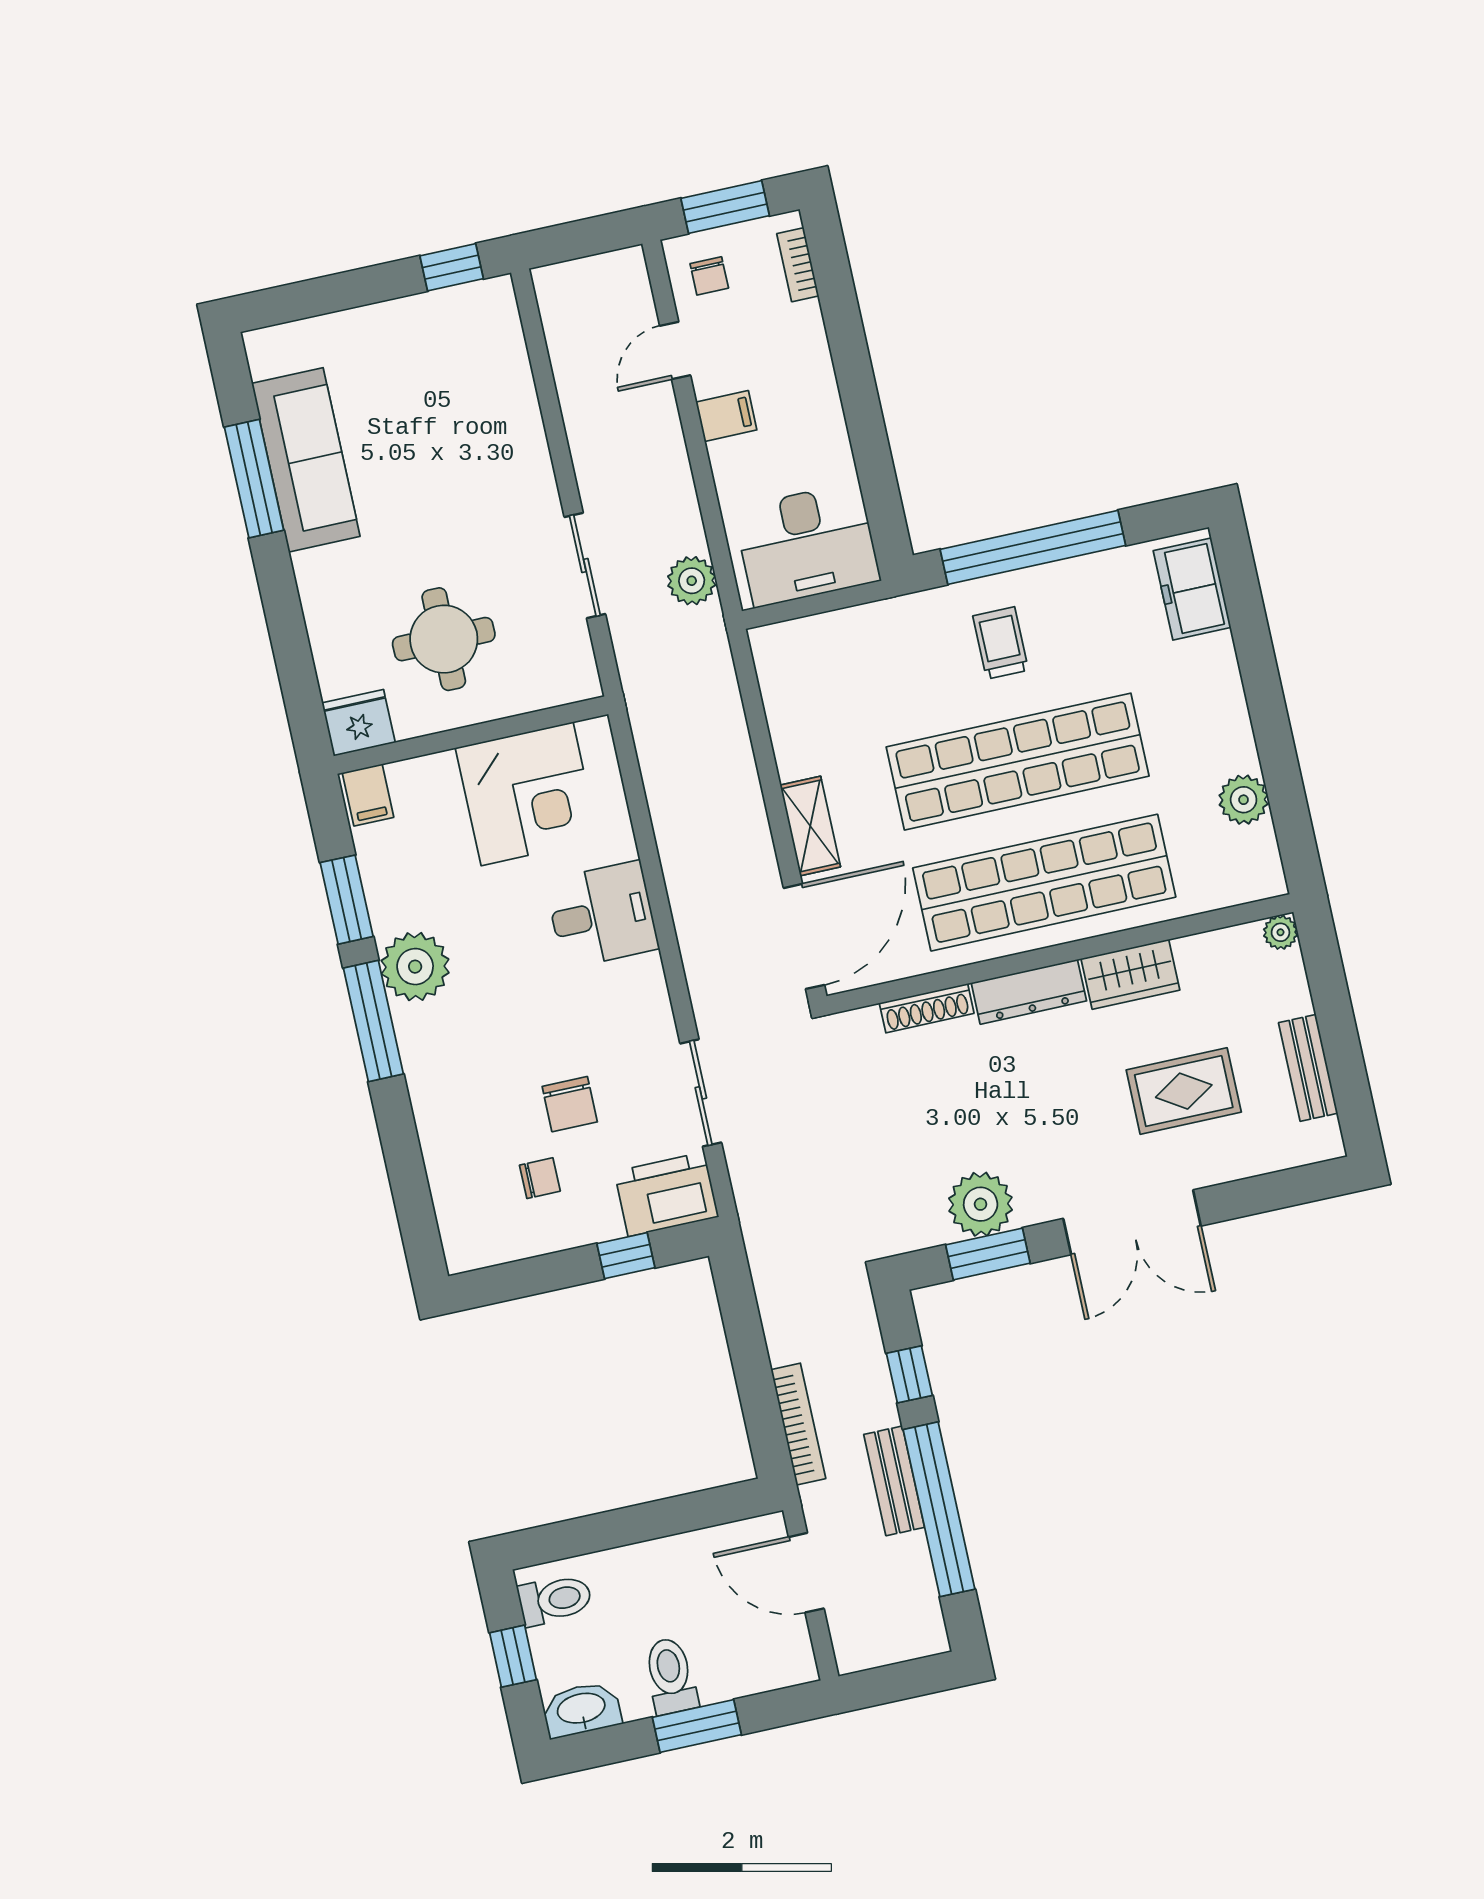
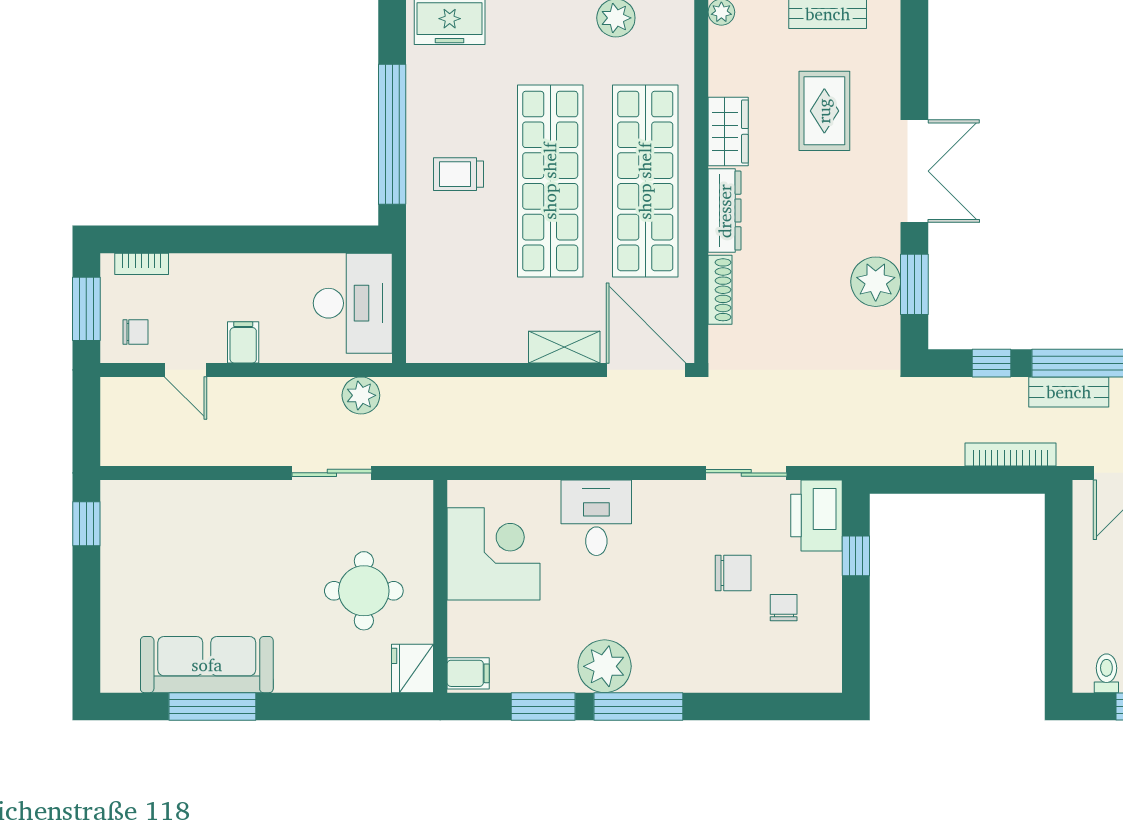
toilet: (555, 1600) -> (1106, 673), width x0.73, depth x0.72

